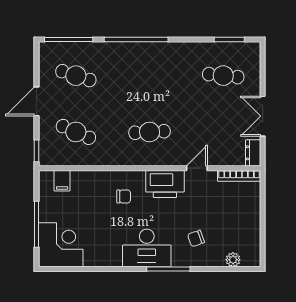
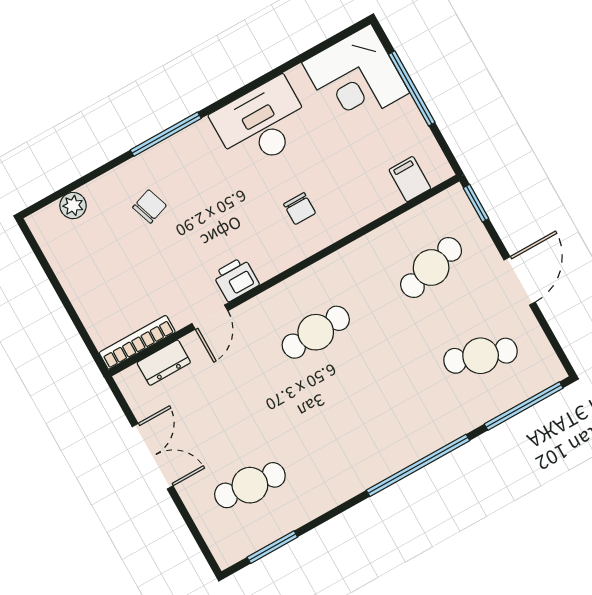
cafe table: (76, 132) -> (431, 268), turned -39
dresser: (253, 153) -> (164, 363), moved, turned 90
printer: (165, 184) -> (236, 279), width x0.53, depth x0.68
chair: (124, 196) -> (300, 209), turned -90
desk: (147, 248) -> (262, 124), moved

